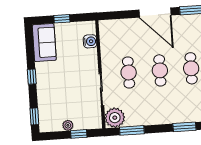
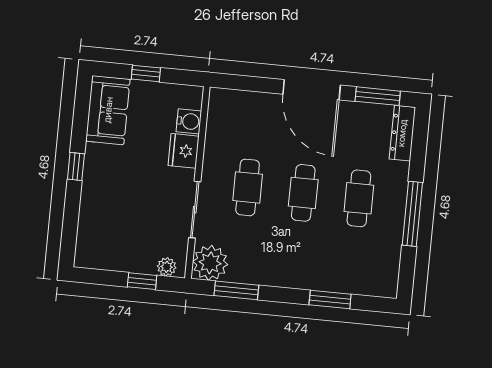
fridge: (90, 58) -> (184, 151), added
window: (34, 116) -> (69, 237), removed
plant: (68, 125) -> (167, 267), moved

